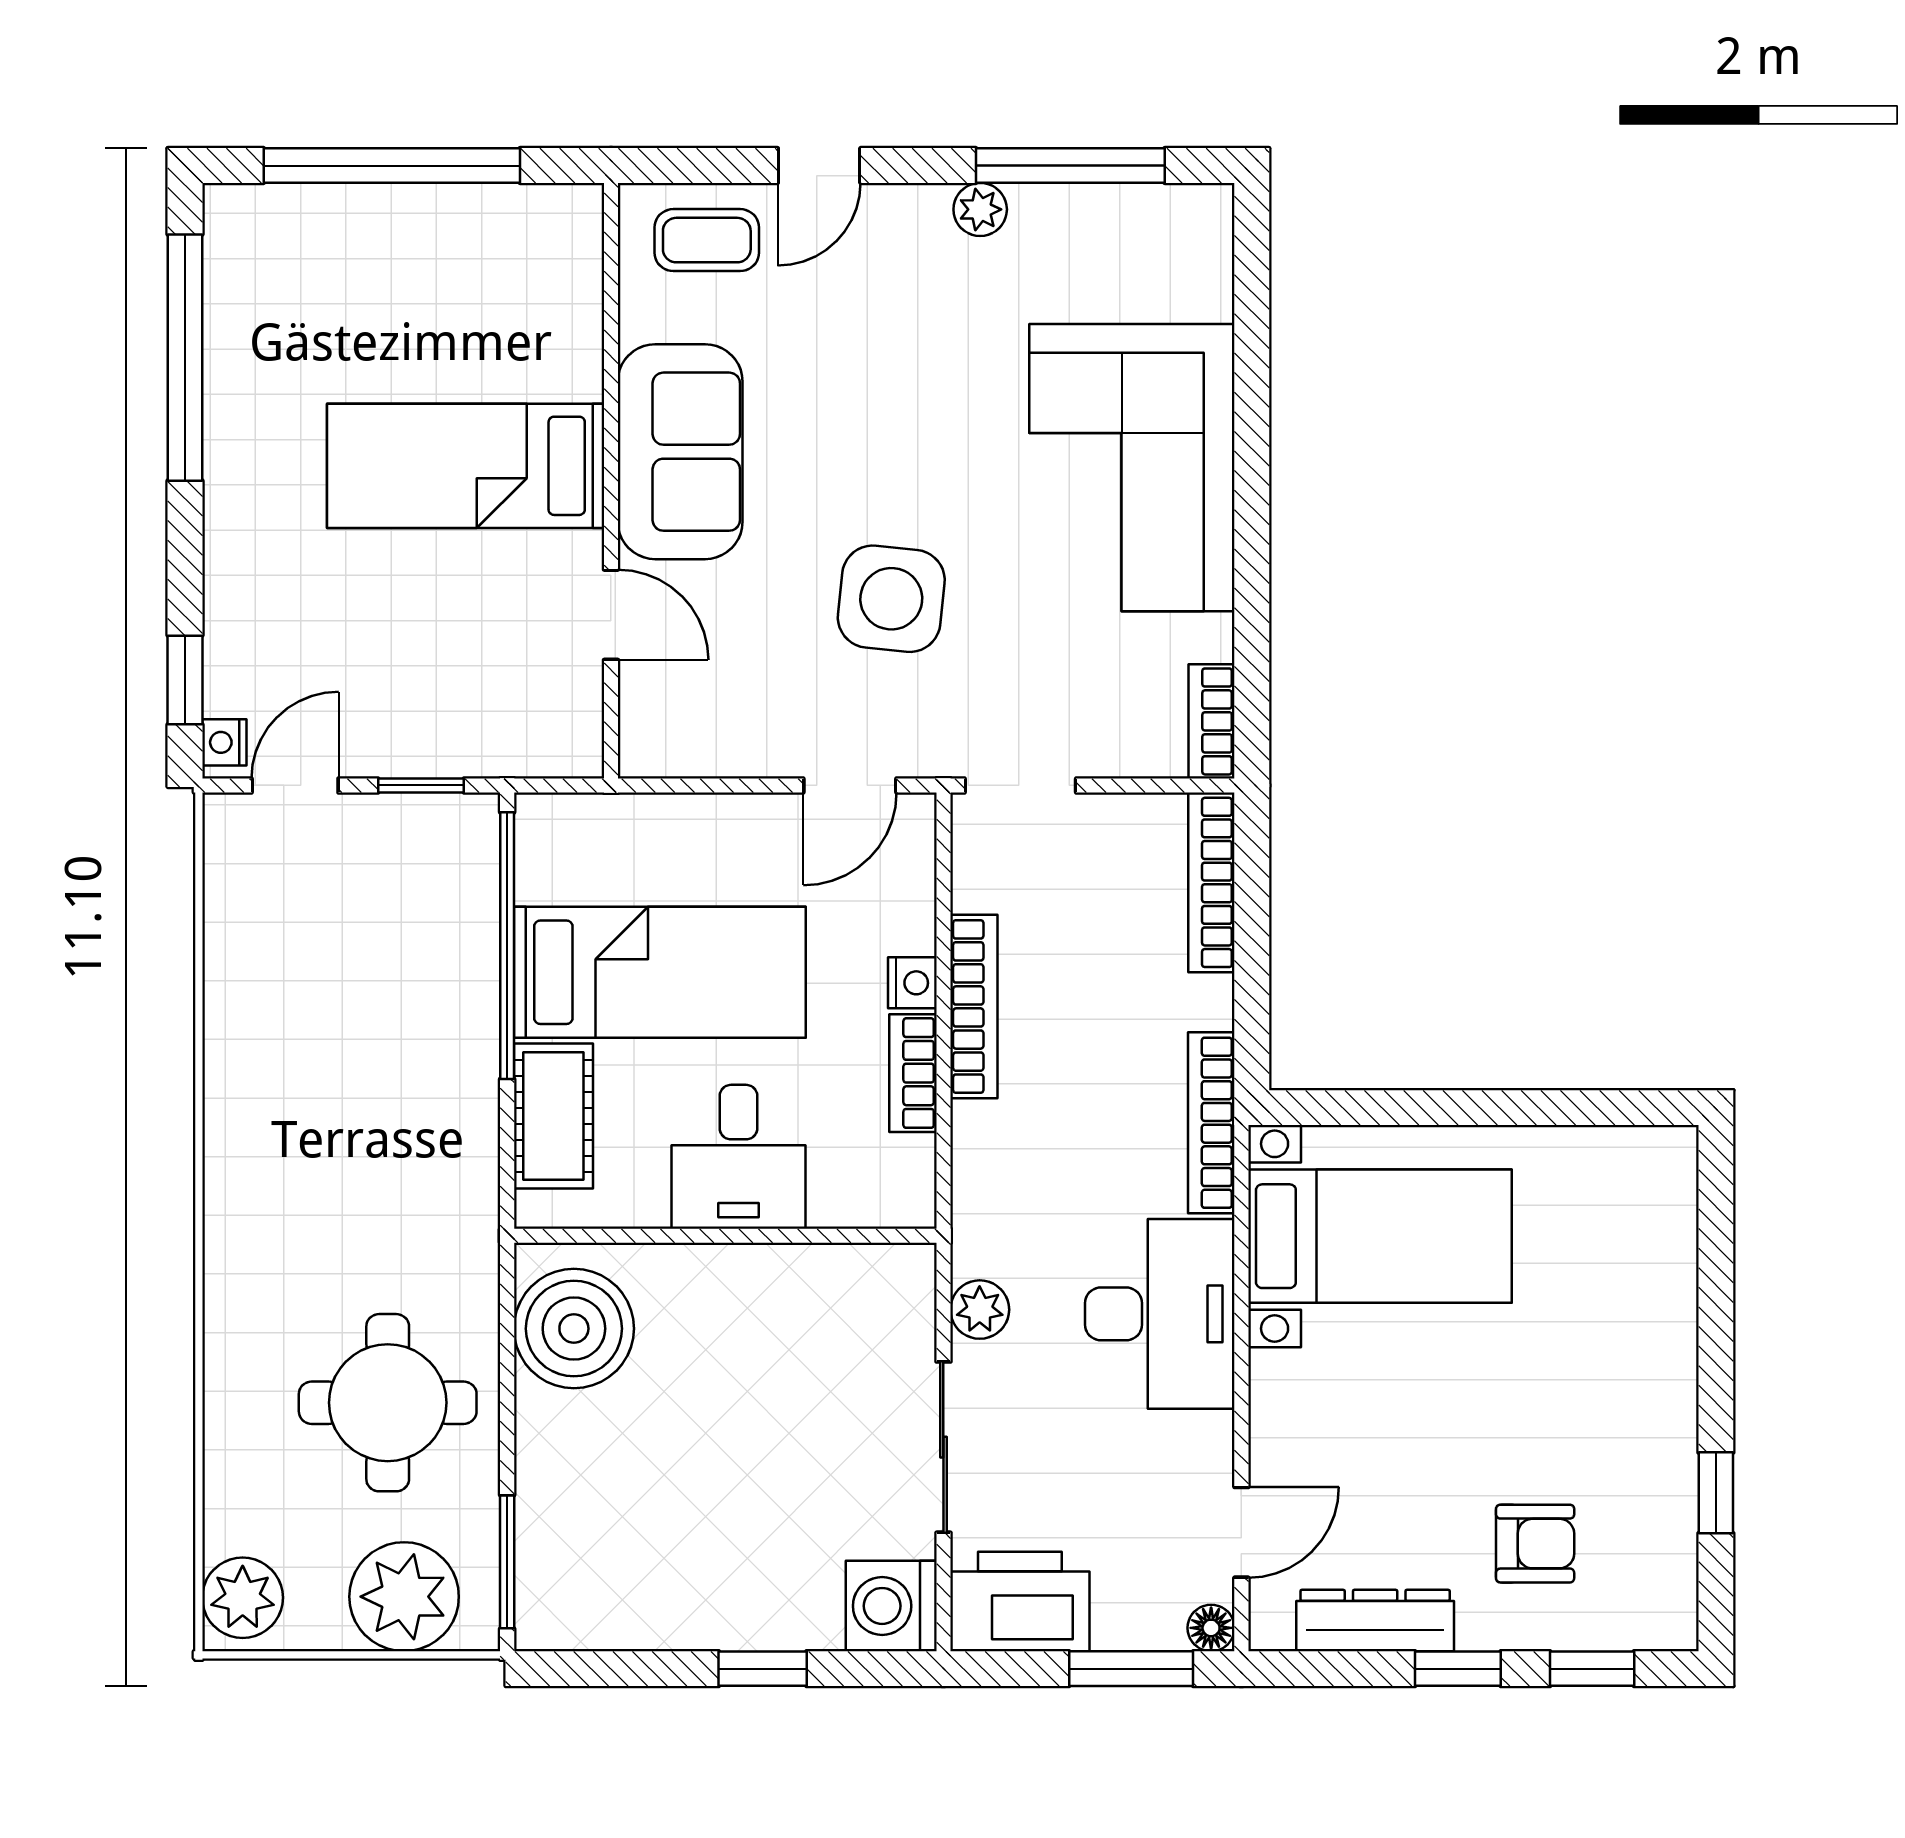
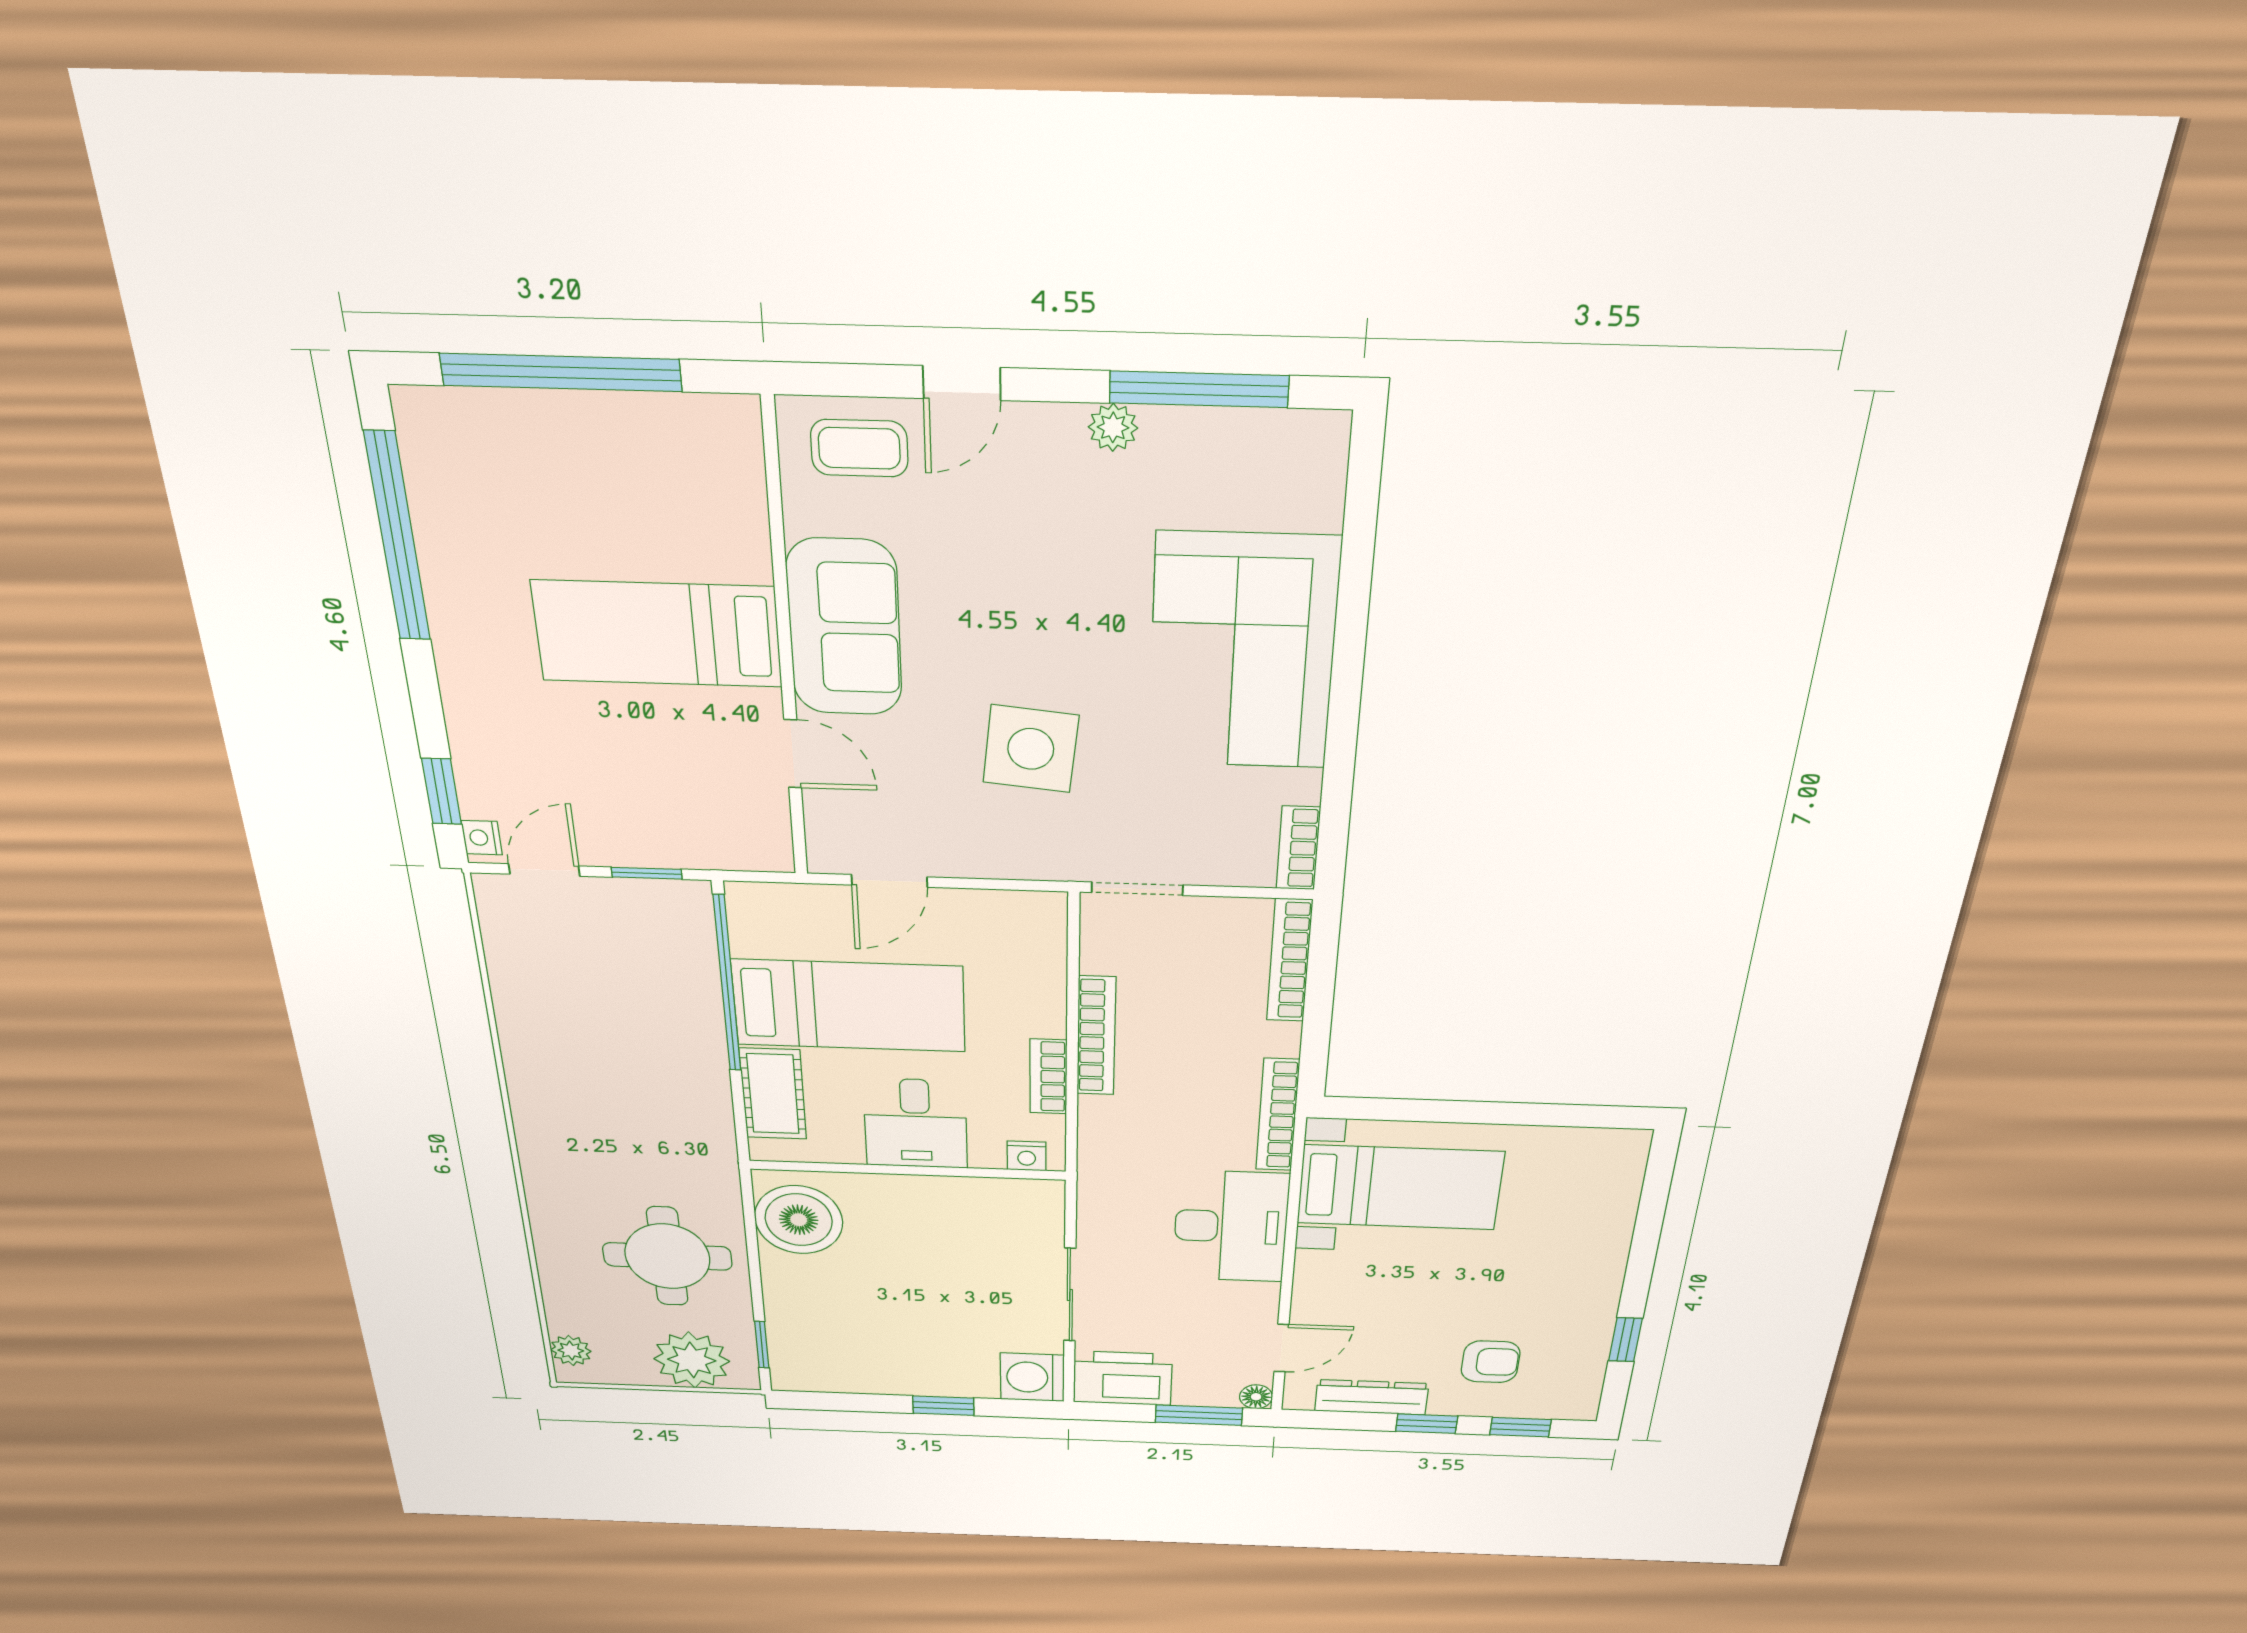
door: (850, 785) -> (889, 881), moved
nightstand: (912, 983) -> (1027, 1156), moved, turned 90
plant: (980, 1310) -> (1097, 1219), removed
window: (507, 1562) -> (762, 1345), width x0.67
plant: (243, 1598) -> (571, 1351), width x0.73, depth x0.73

